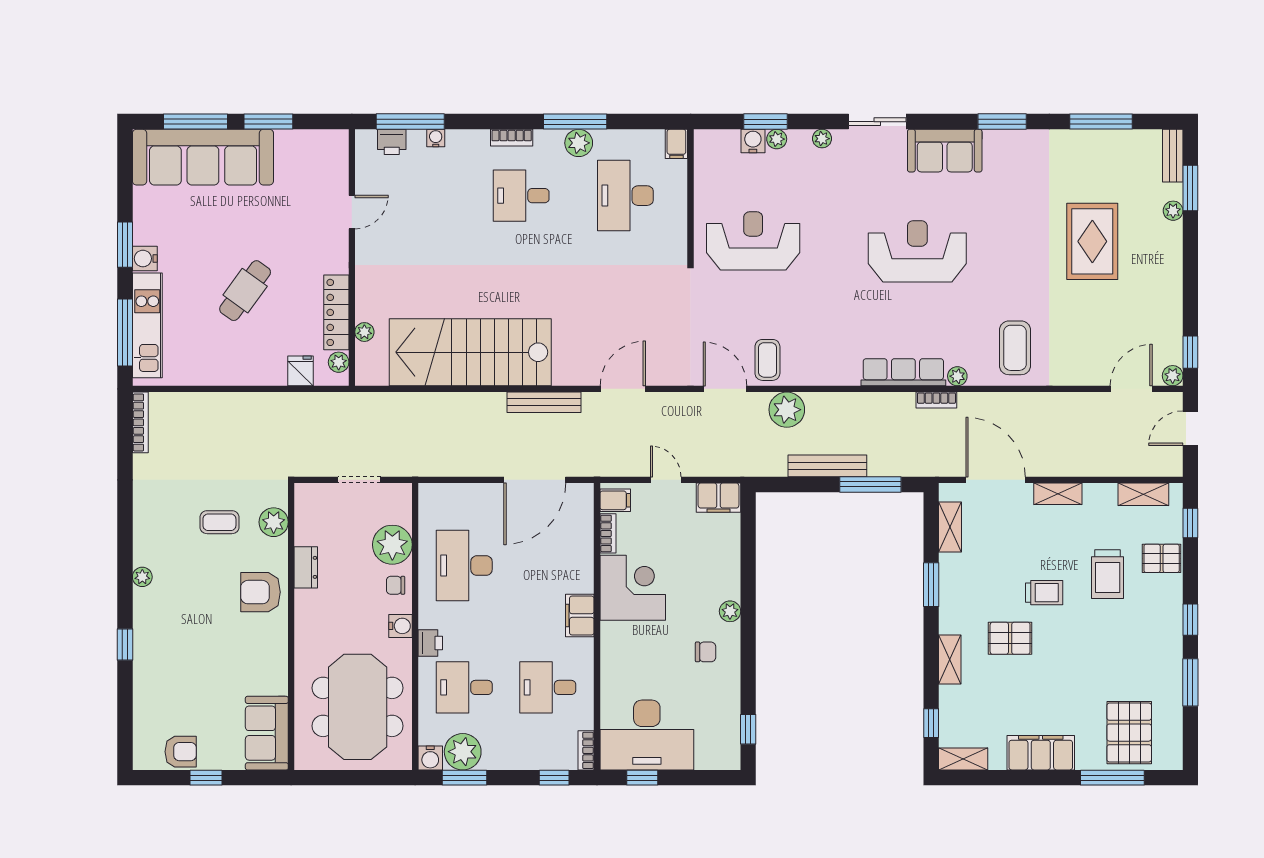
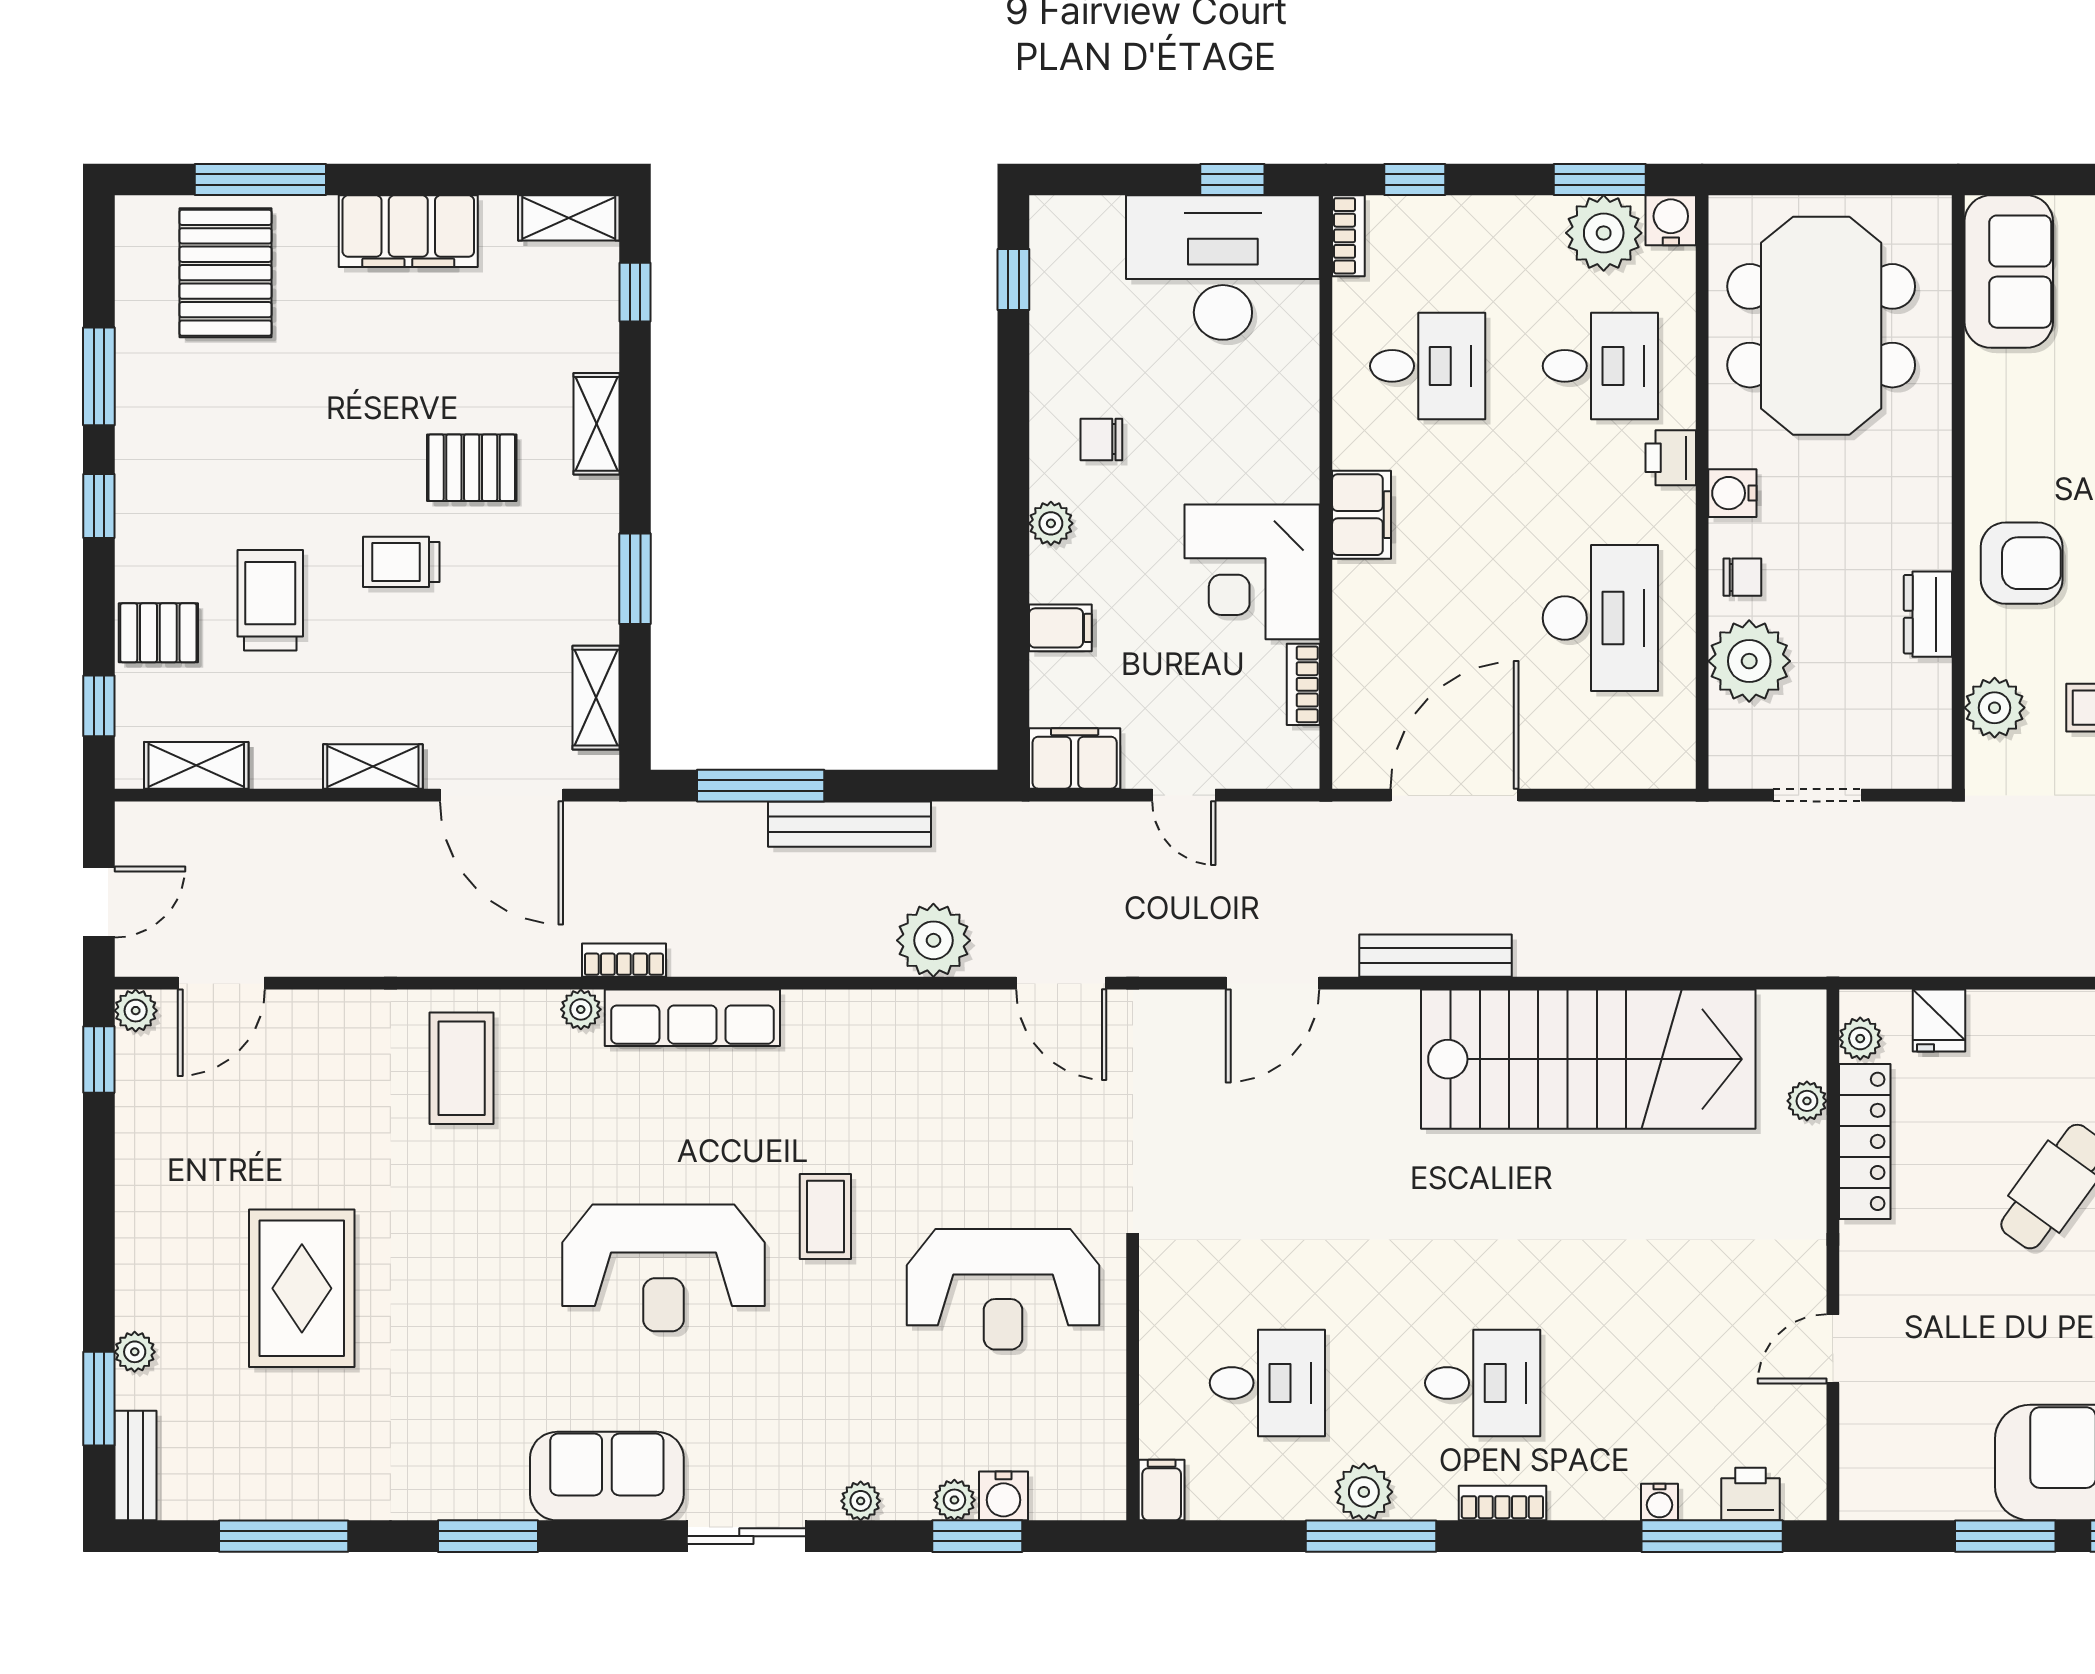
desk: (625, 196) -> (1267, 1383), width x0.73
coffee table: (767, 360) -> (825, 1216), moved
filing cabinet: (615, 500) -> (1060, 628), moved, turned 180

